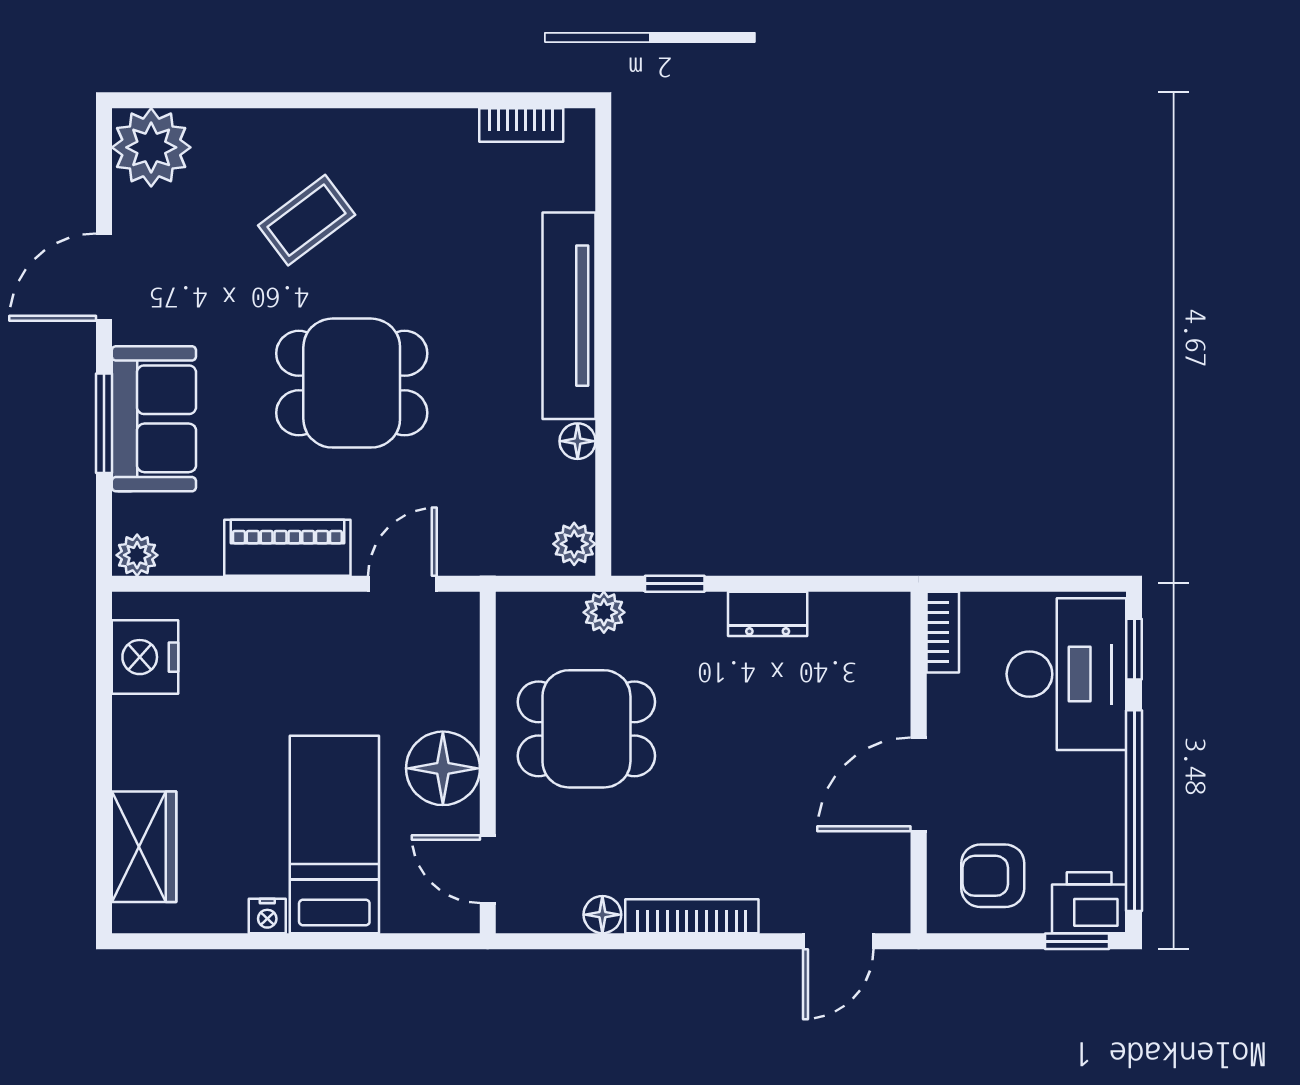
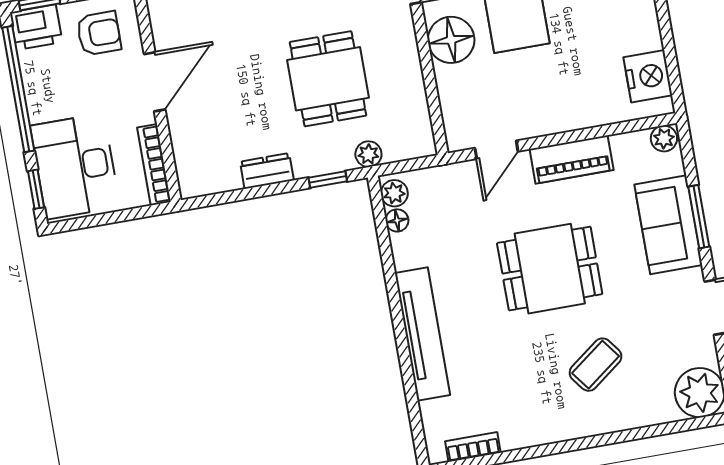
floor lamp: (578, 441) -> (397, 220), moved
bookcase: (943, 632) -> (154, 165), width x1.56
dining table: (586, 729) -> (328, 79), moved, turned 90

